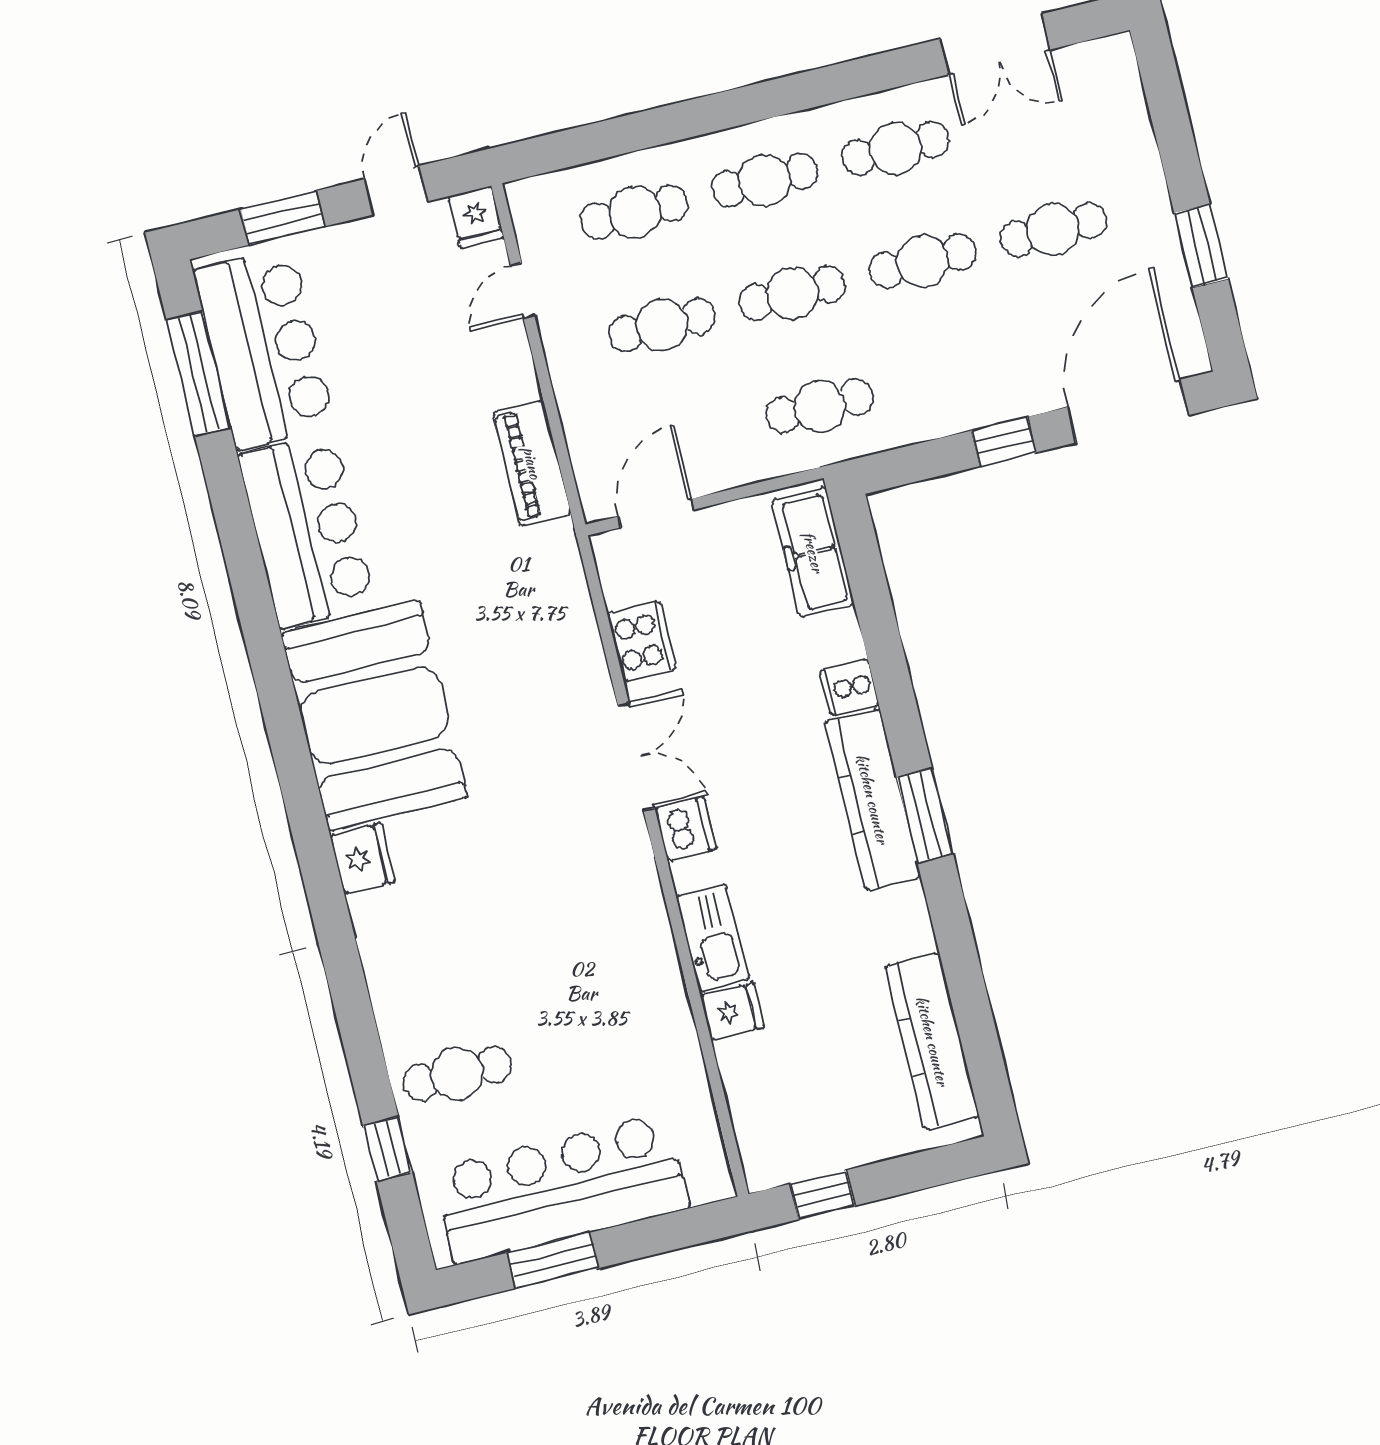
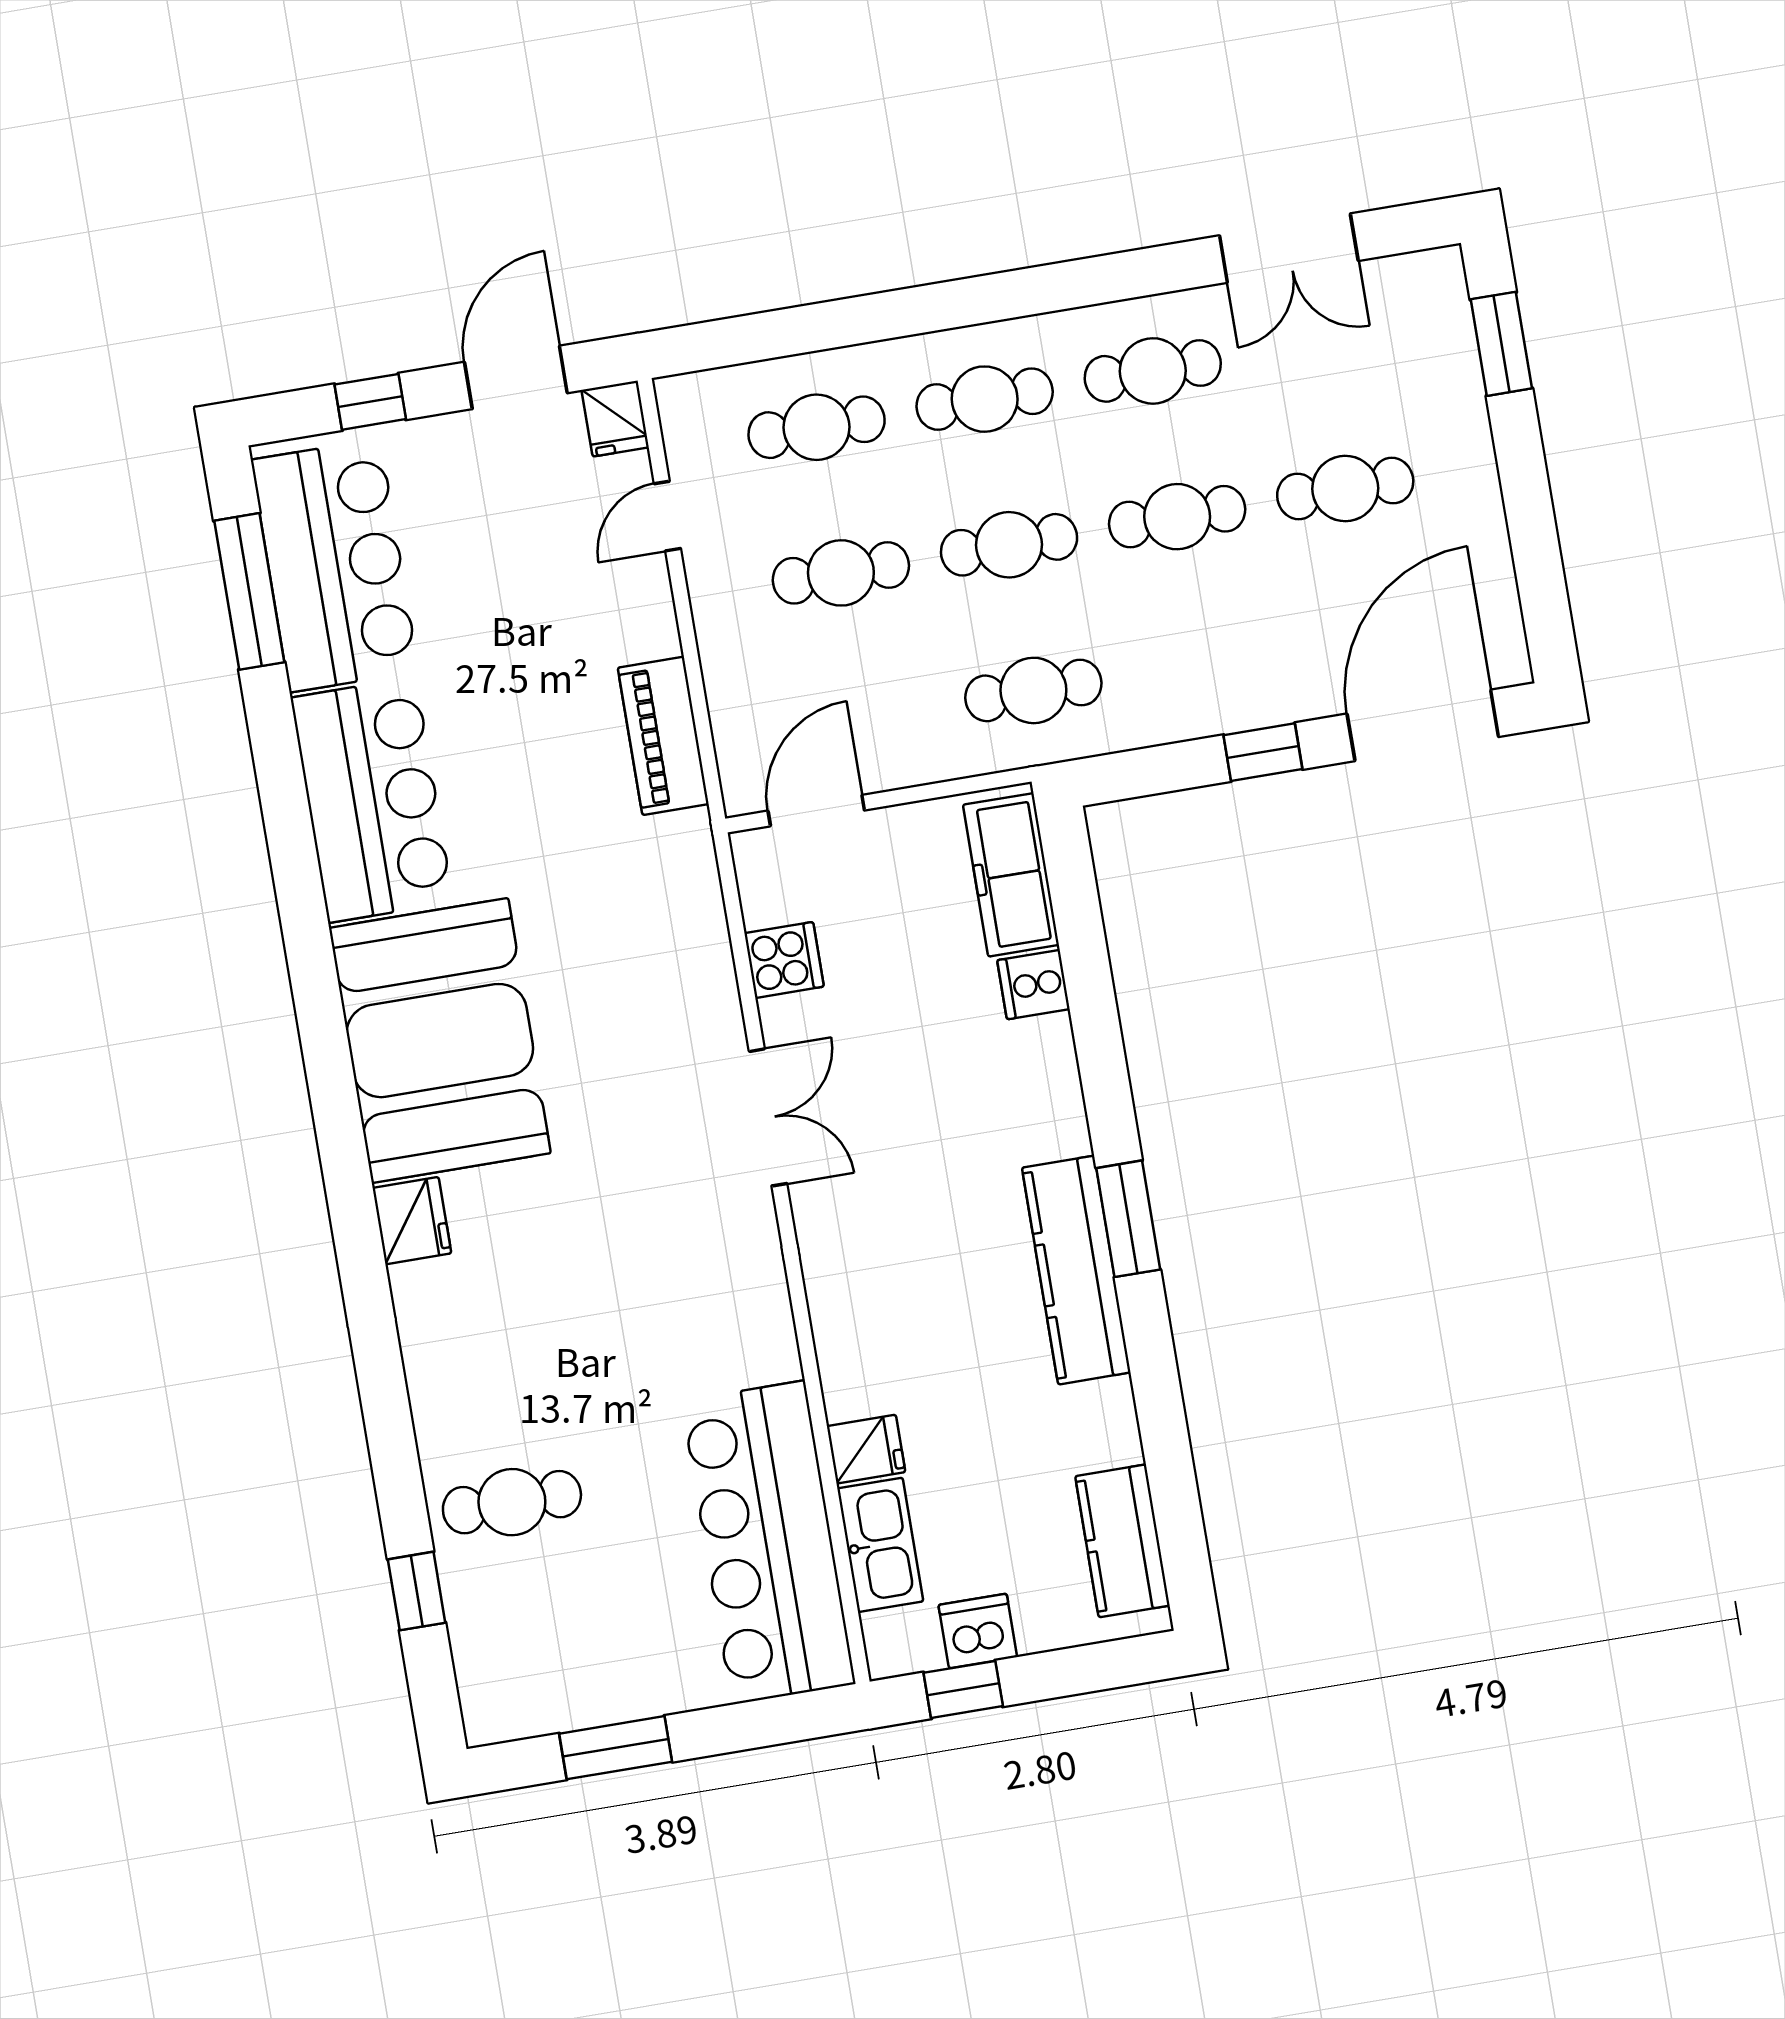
door: (396, 190) -> (516, 377), width x1.38
window: (283, 218) -> (370, 402), width x0.67
window: (1201, 246) -> (1501, 344), moved
cooker: (642, 641) -> (784, 960), width x0.73
cooker: (849, 688) -> (1033, 985), moved
kitchen counter: (872, 799) -> (1076, 1270), moved
dishwasher: (685, 829) -> (978, 1631), moved, turned -90
kitchen sink: (713, 938) -> (880, 1545), moved
kitchen counter: (932, 1041) -> (1122, 1541), width x0.67
bar counter: (561, 1189) -> (769, 1542), moved, turned -90

